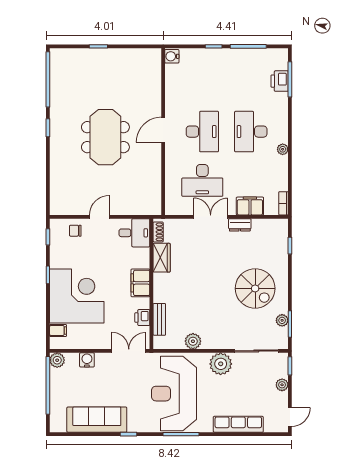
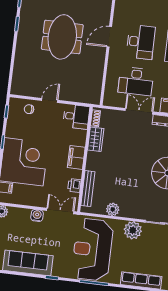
bench: (159, 319) -> (88, 189), width x1.36
water cooler: (87, 360) -> (37, 215), moved

